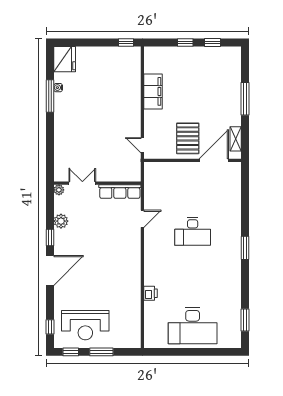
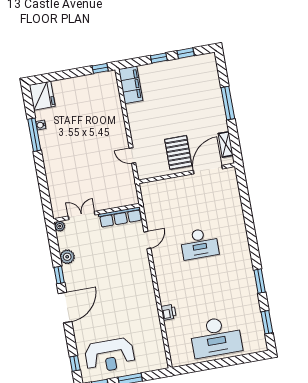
filing cabinet: (153, 91) -> (131, 85), moved
door: (142, 145) -> (132, 156), moved
window: (245, 248) -> (260, 281), moved

